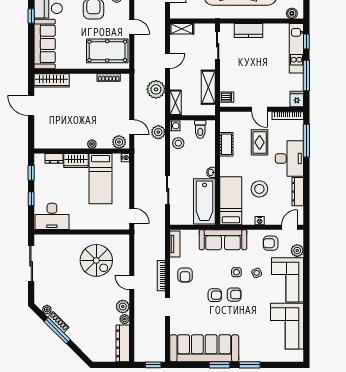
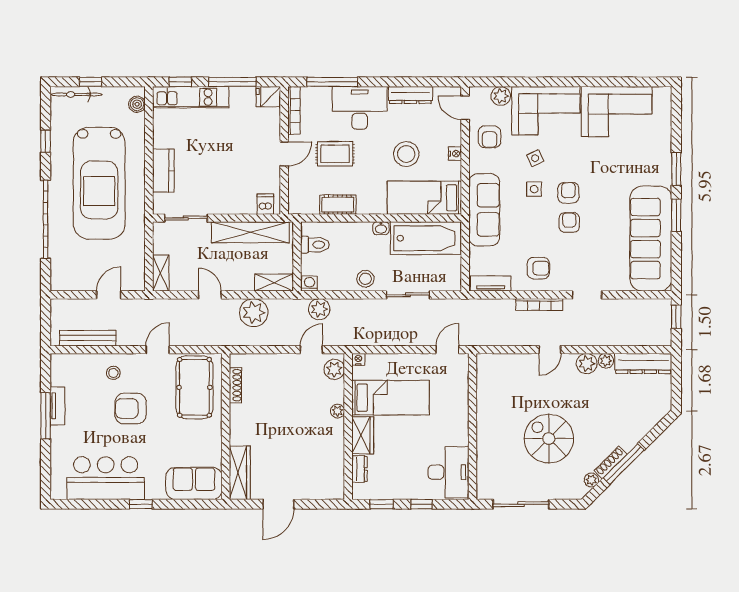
sofa: (45, 44) -> (194, 483), width x0.73
shelving: (208, 87) -> (250, 232), width x1.47
stool: (178, 143) -> (365, 279), moved
spiral stairs: (96, 260) -> (549, 439), moved, turned -90

